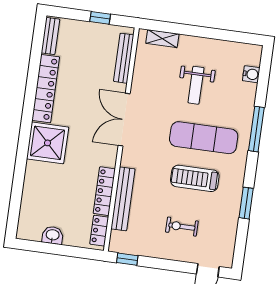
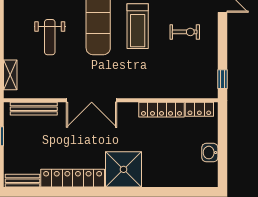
weight bench: (196, 85) -> (50, 37), turned 90
bench: (123, 199) -> (166, 91), removed
exercise bike: (182, 227) -> (185, 32), turned -90

